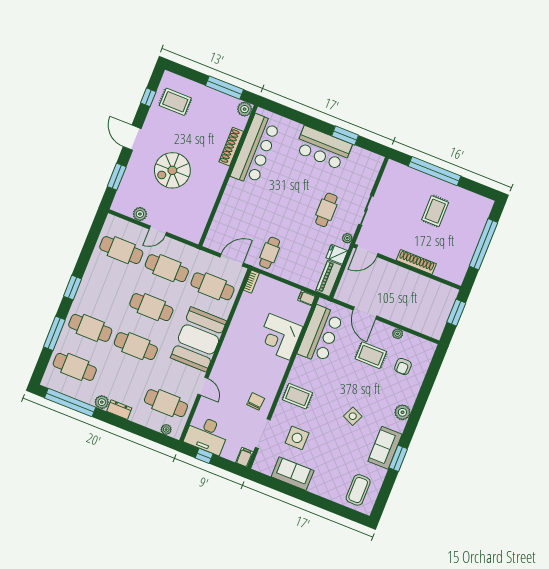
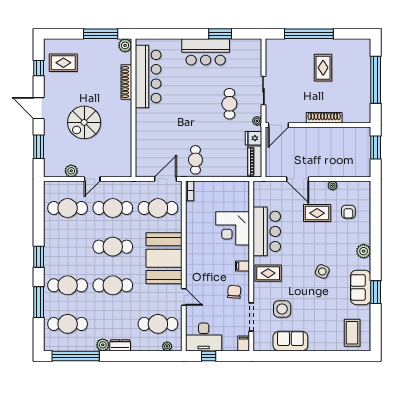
filing cabinet: (307, 298) -> (243, 266), moved
bar counter: (320, 334) -> (267, 231), moved

